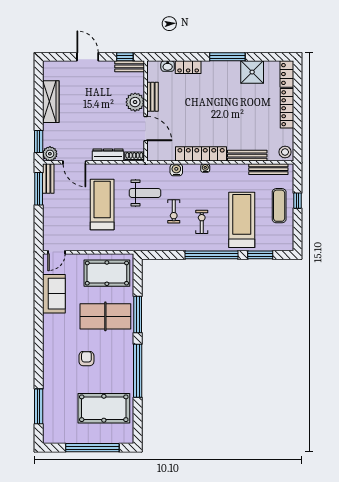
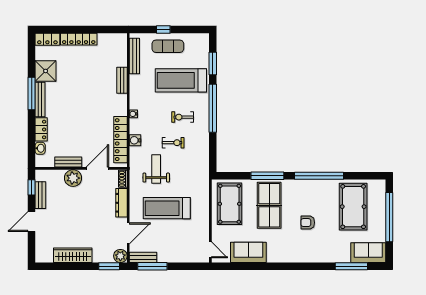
bench: (130, 66) -> (40, 195), moved
bench: (221, 66) -> (40, 100), added
stool: (285, 152) -> (119, 41), removed
locker: (201, 154) -> (120, 140), moved
bench: (247, 156) -> (122, 80), width x0.73
sofa: (54, 425) -> (368, 253), added

